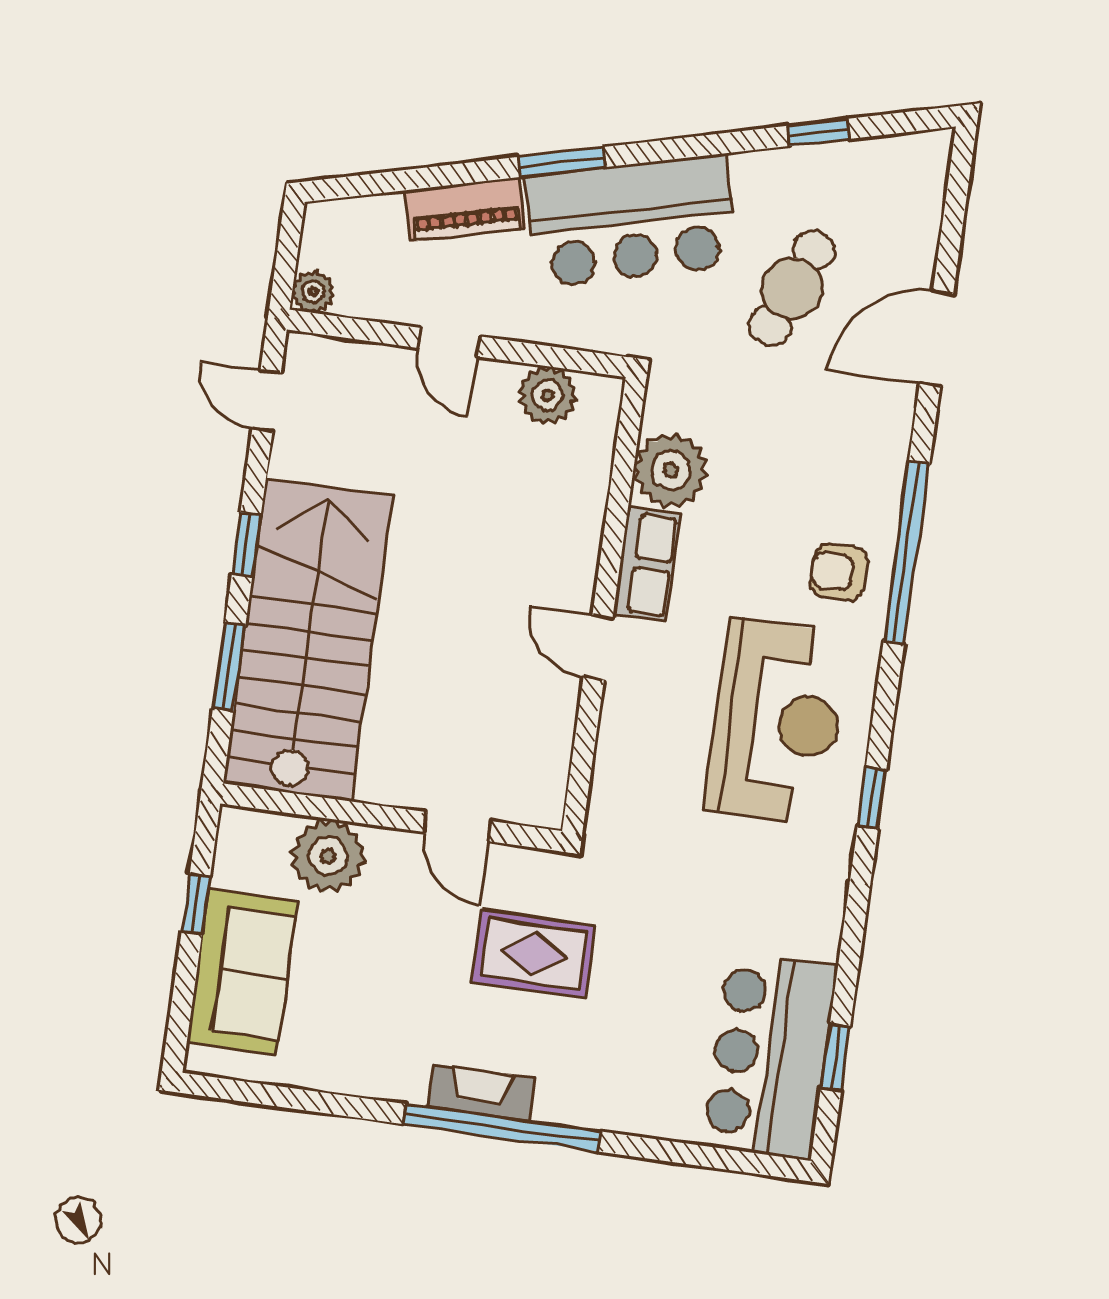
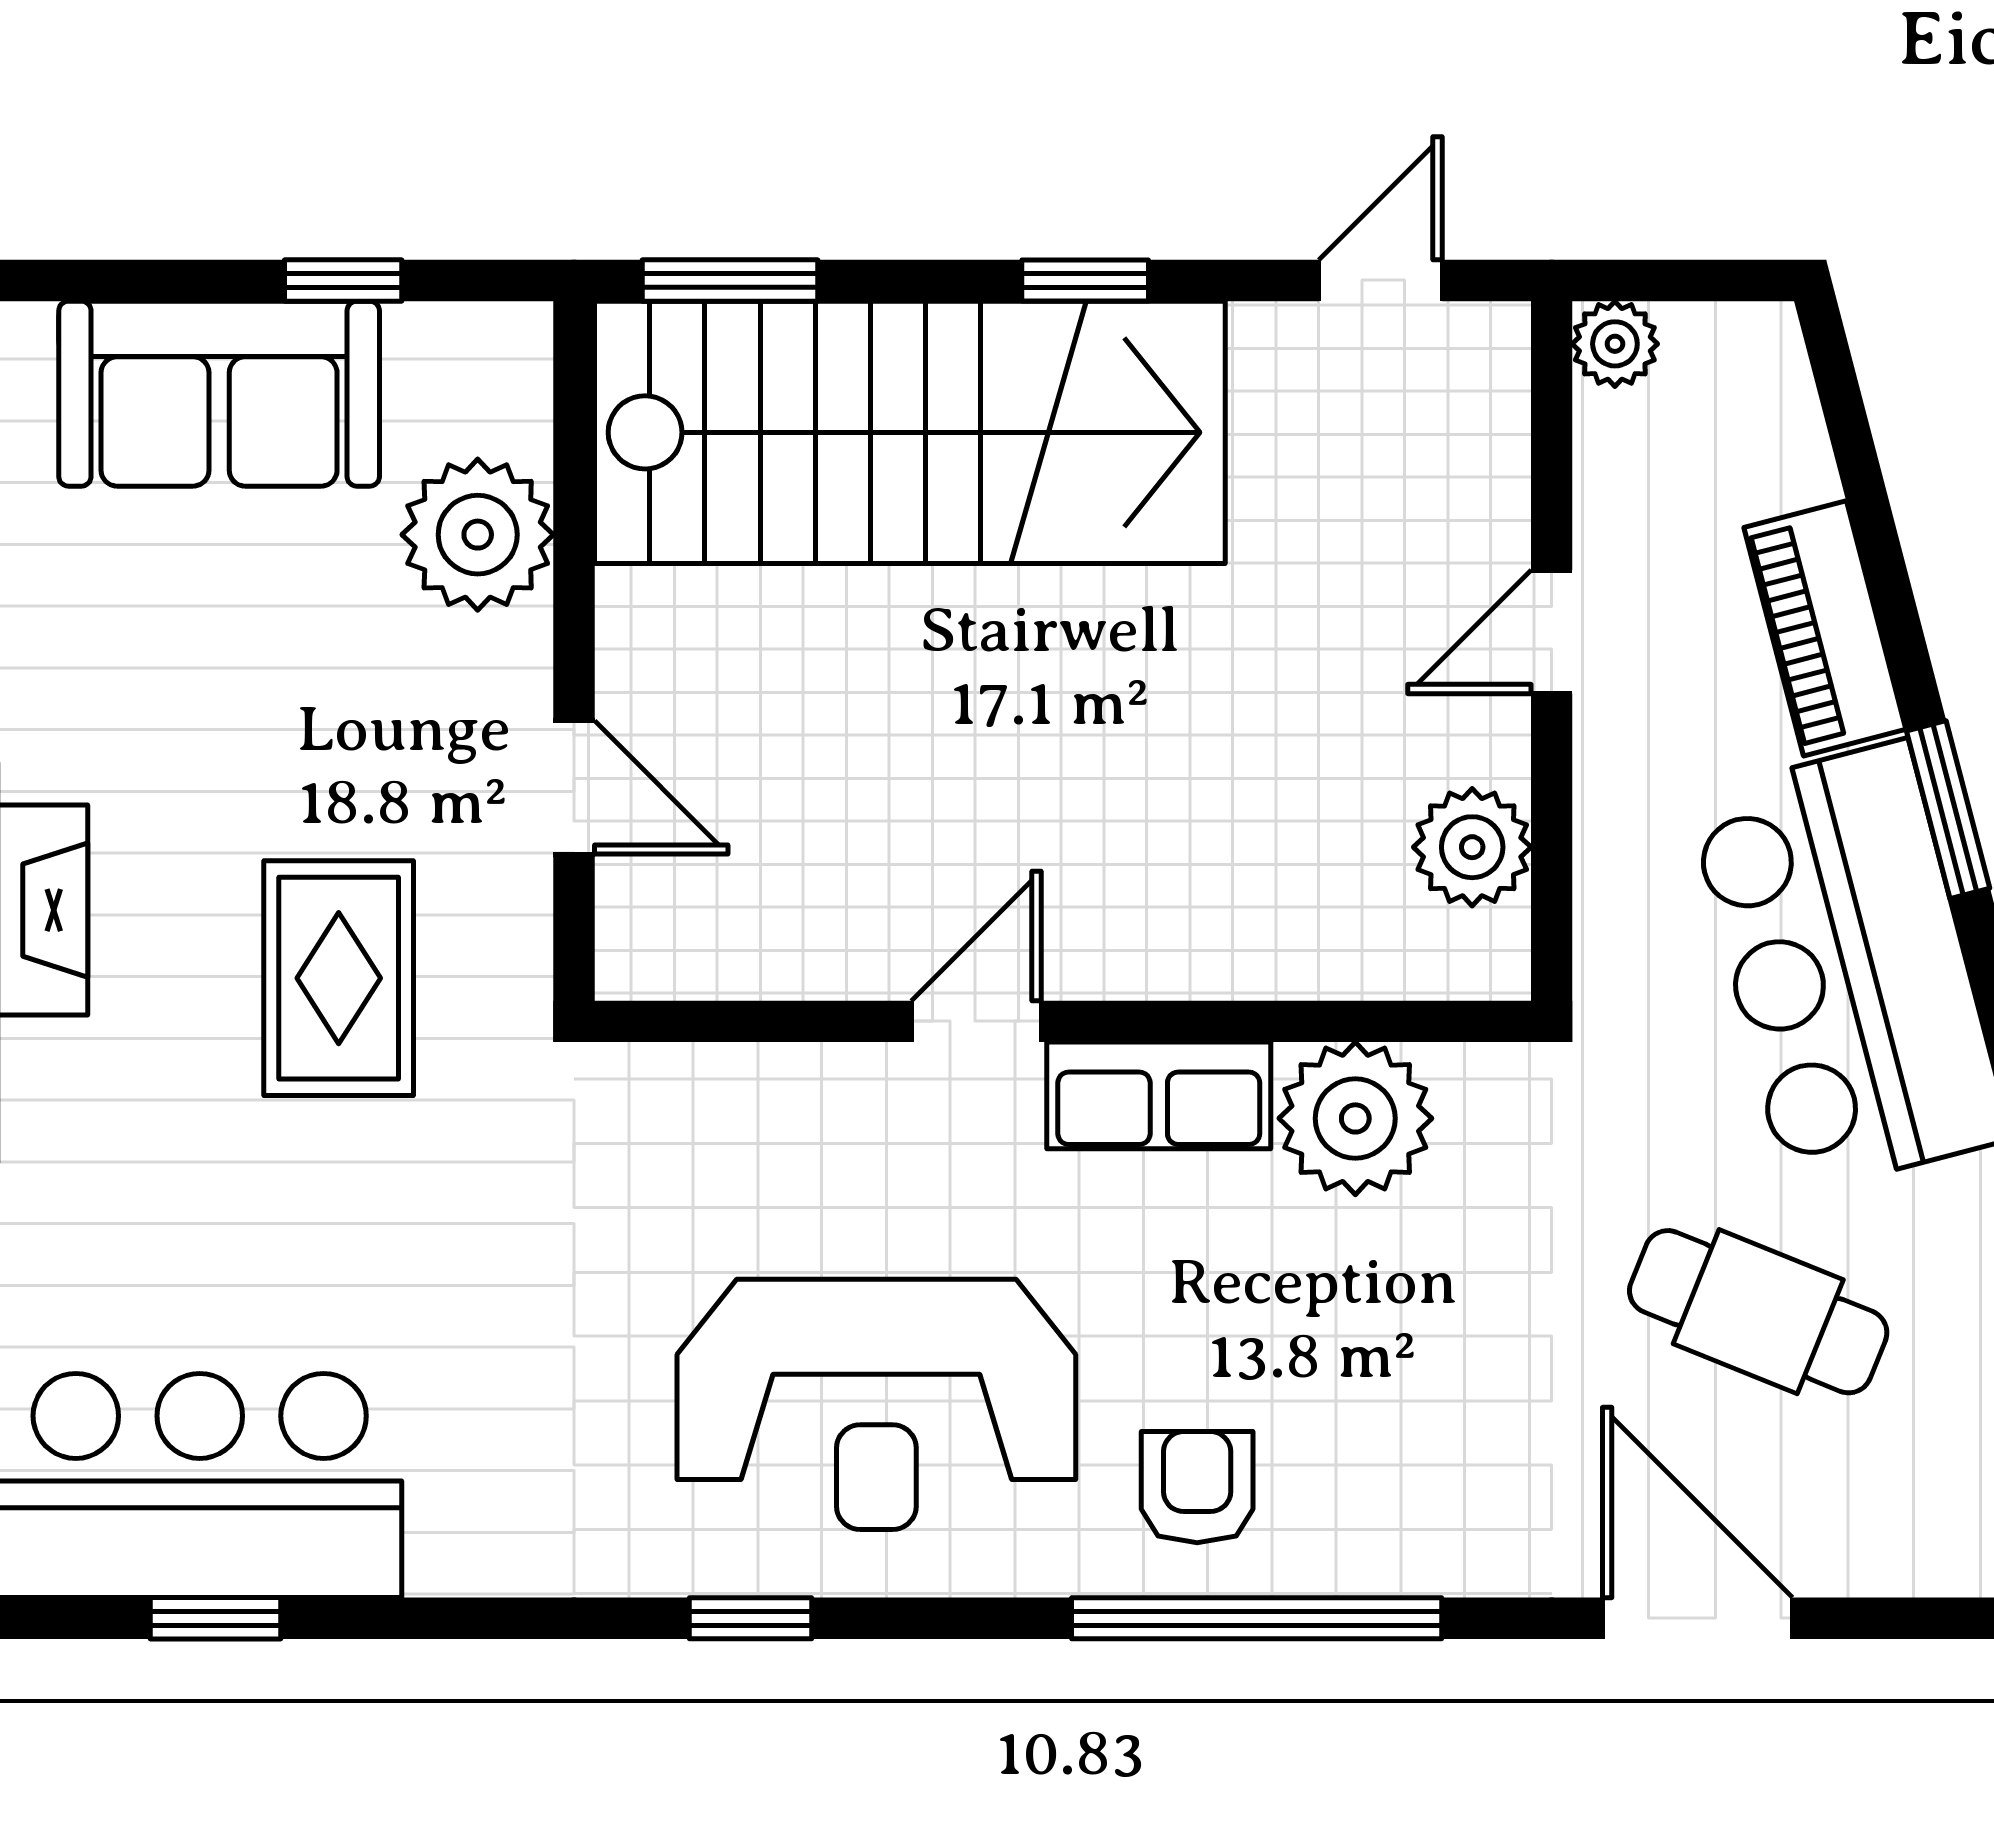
window: (229, 667) -> (730, 280), moved
door: (457, 827) -> (574, 787), swing flipped

